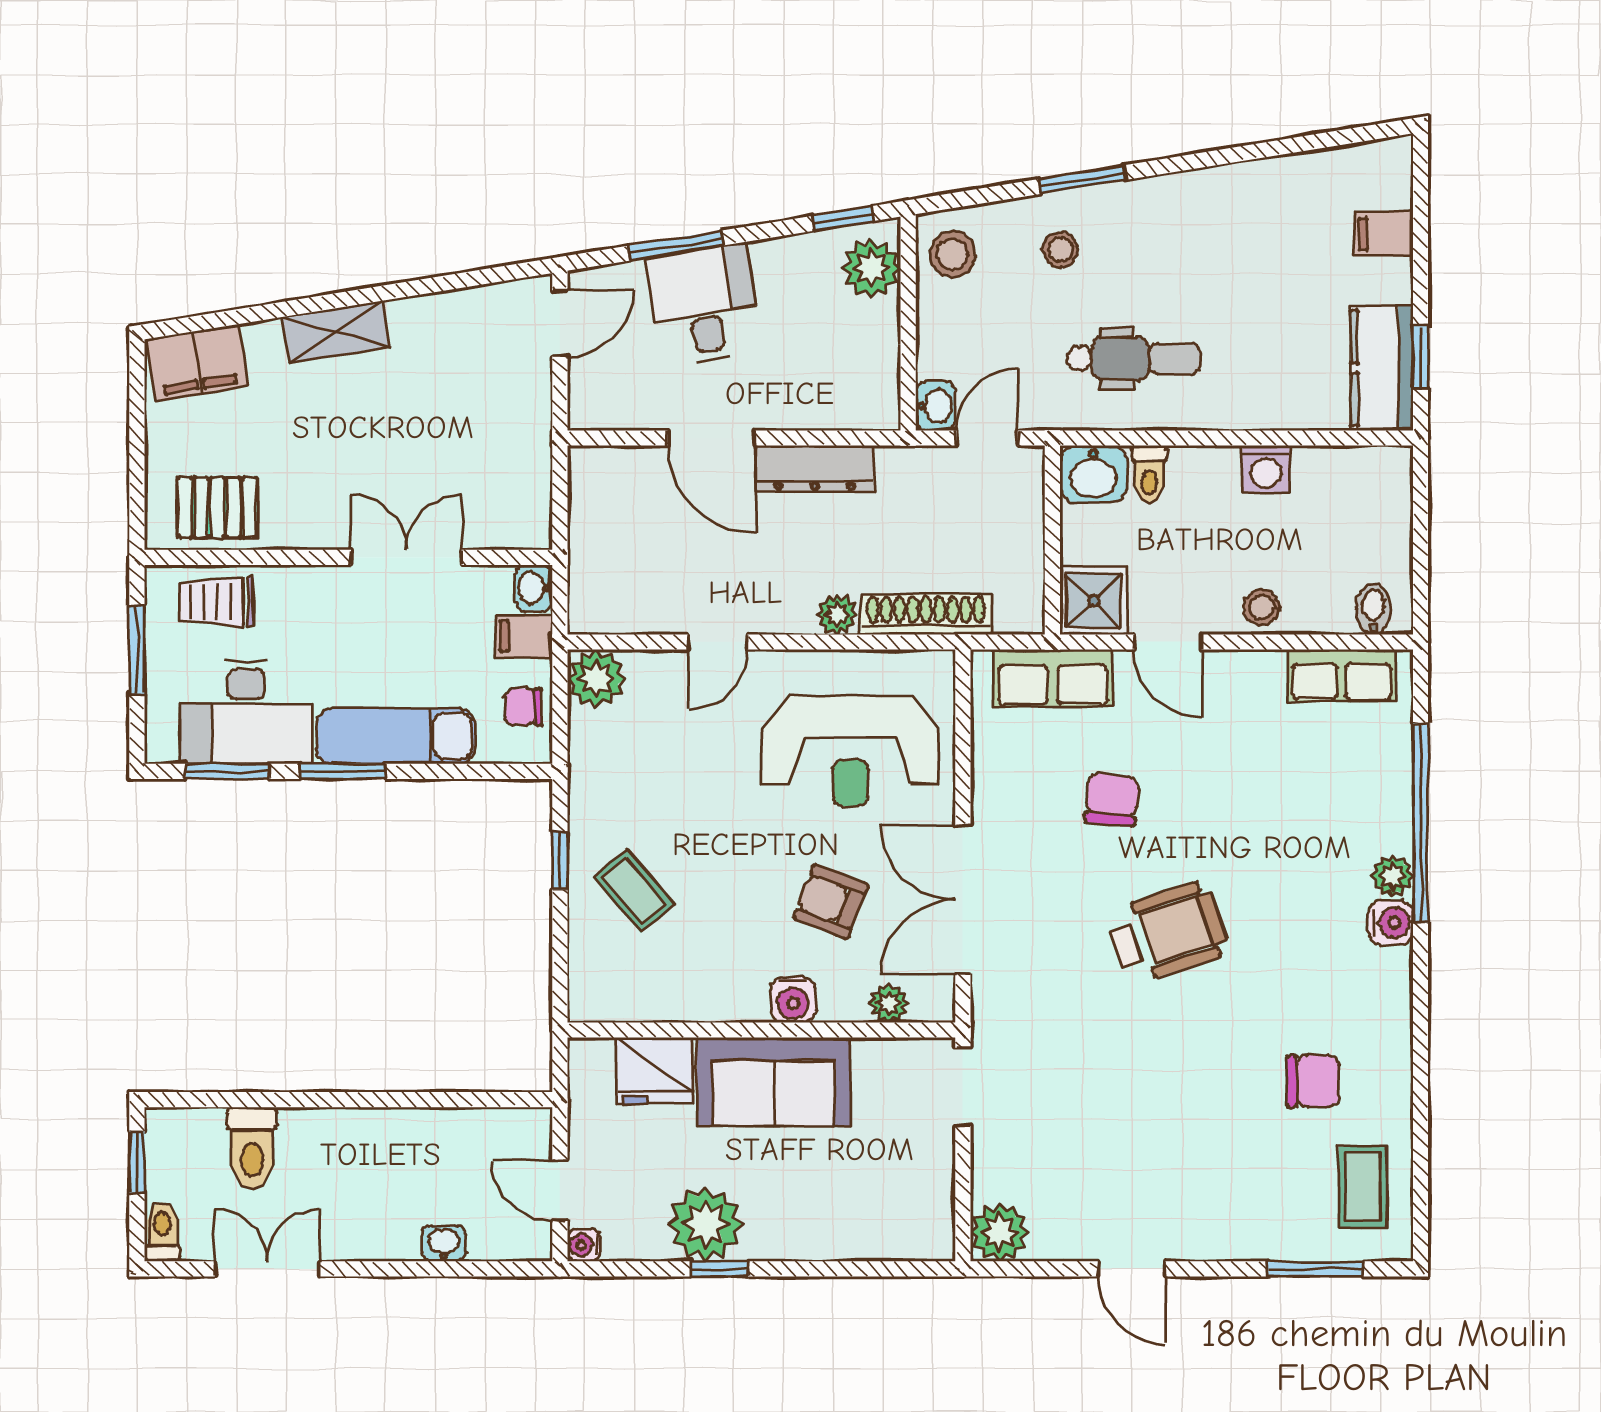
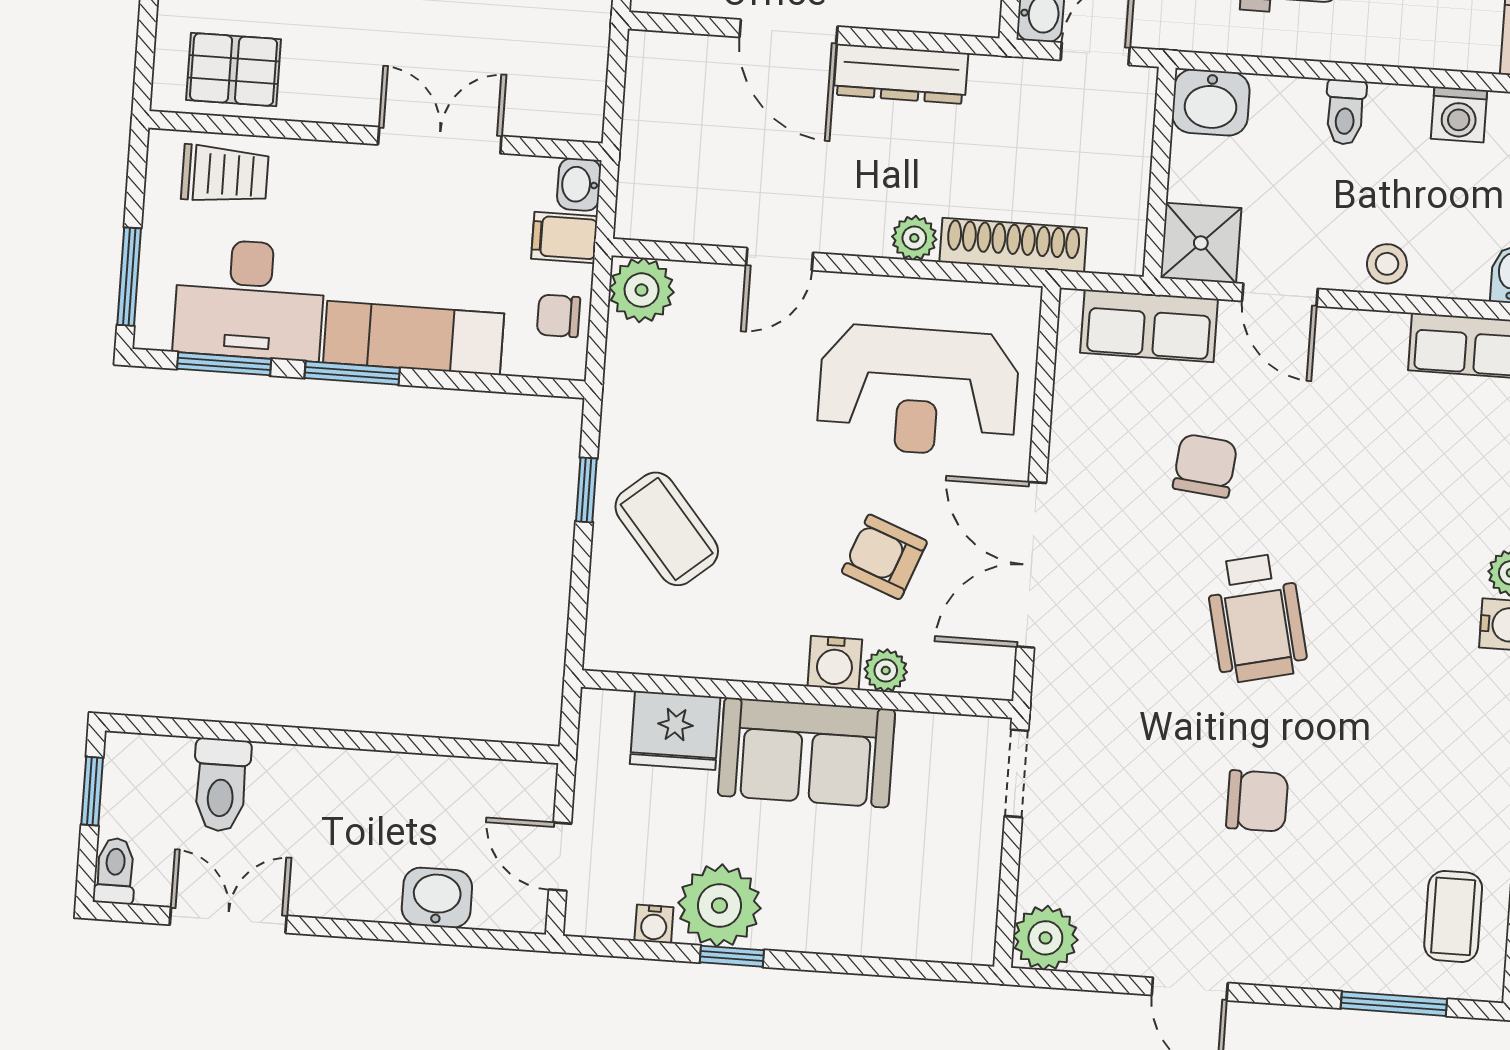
washing machine: (1266, 469) -> (1459, 115), moved
toilet: (1149, 474) -> (1345, 112), moved
trolley: (216, 602) -> (225, 174), turned 180
window: (137, 650) -> (129, 277), moved
coffee table: (634, 891) -> (667, 529), width x1.36, depth x1.30
wheelchair: (1167, 932) -> (1256, 618), turned 95
plant: (889, 1003) -> (886, 671), moved
chair: (1313, 1081) -> (1257, 801), moved
washbasin: (444, 1243) -> (437, 898), width x1.38, depth x1.45
water cooler: (584, 1245) -> (654, 924), moved, turned -90

